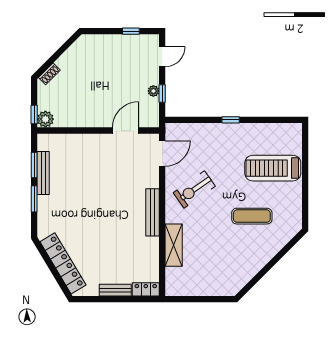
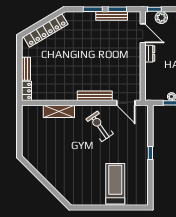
plant: (45, 119) -> (161, 18), moved
dresser: (95, 121) -> (150, 54), added
door: (126, 131) -> (143, 33), moved
bench: (152, 212) -> (95, 96), moved
exercise mat: (252, 216) -> (80, 169), removed

